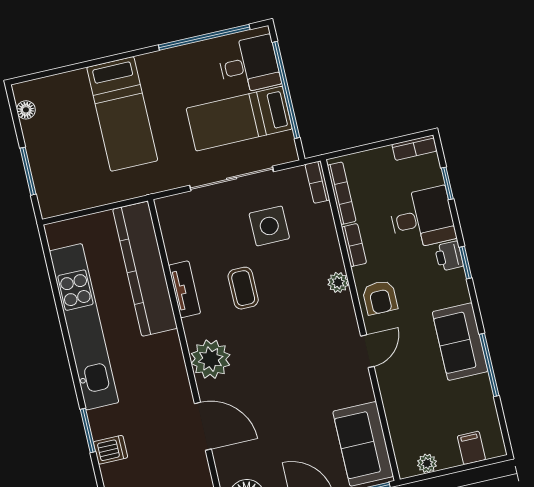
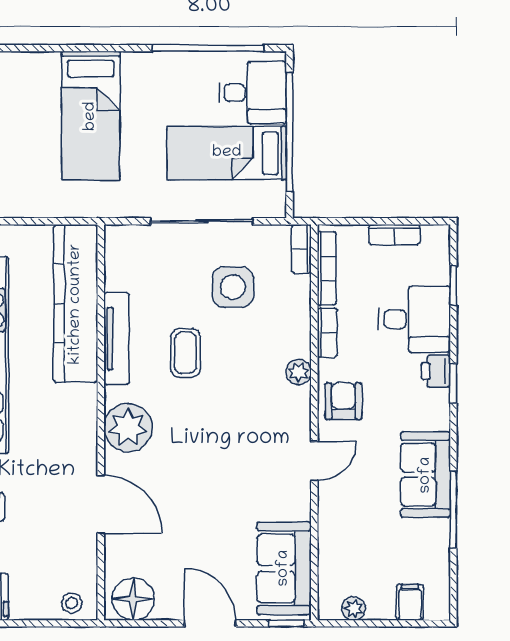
bookcase: (414, 148) -> (394, 235), moved
tv unit: (185, 289) -> (116, 339), width x1.41
armchair: (380, 298) -> (343, 401), turned 180

